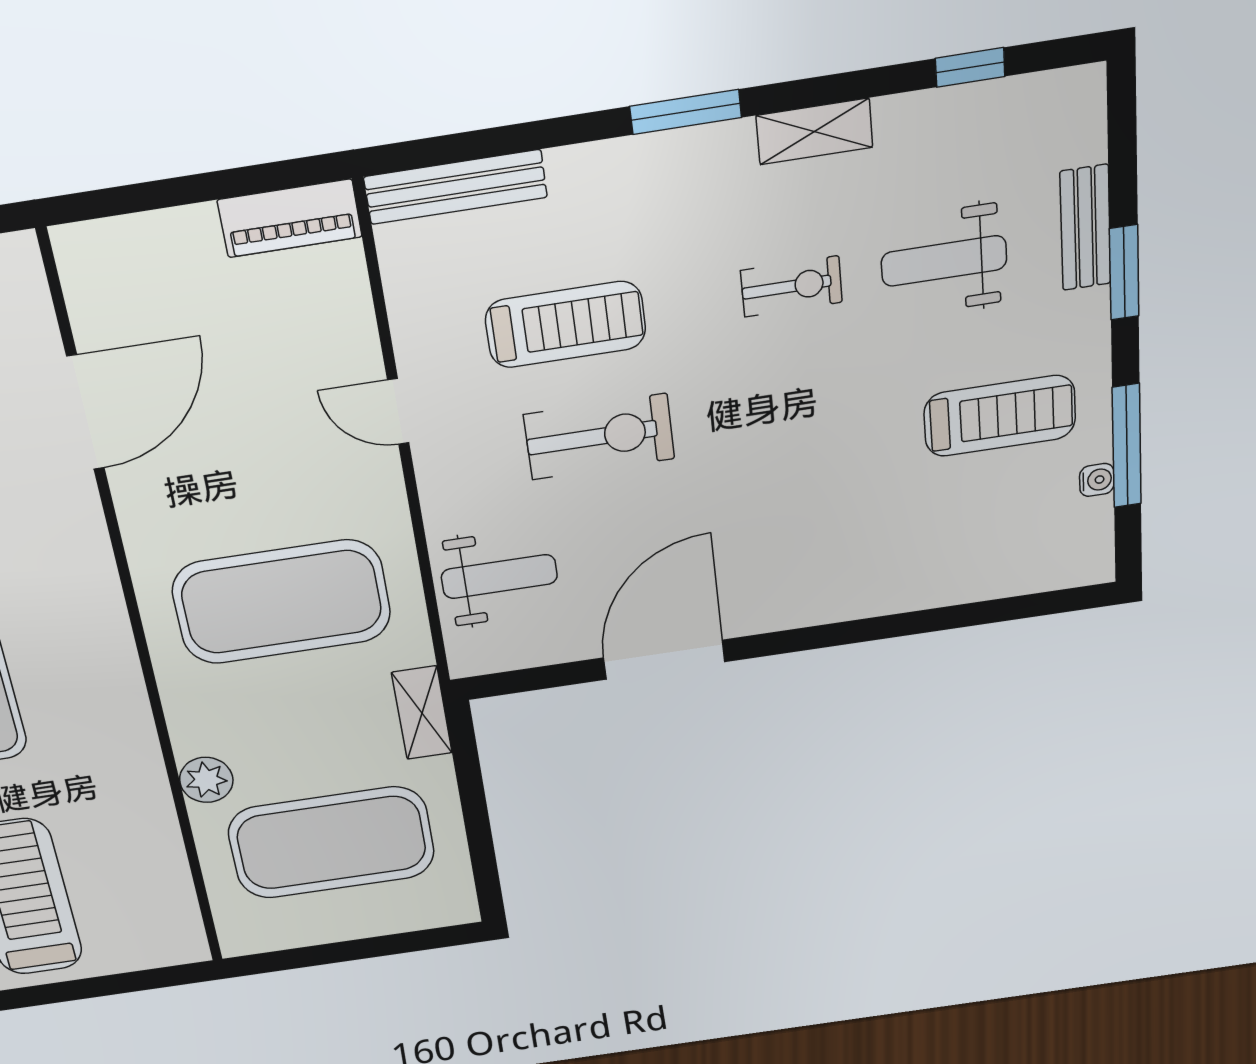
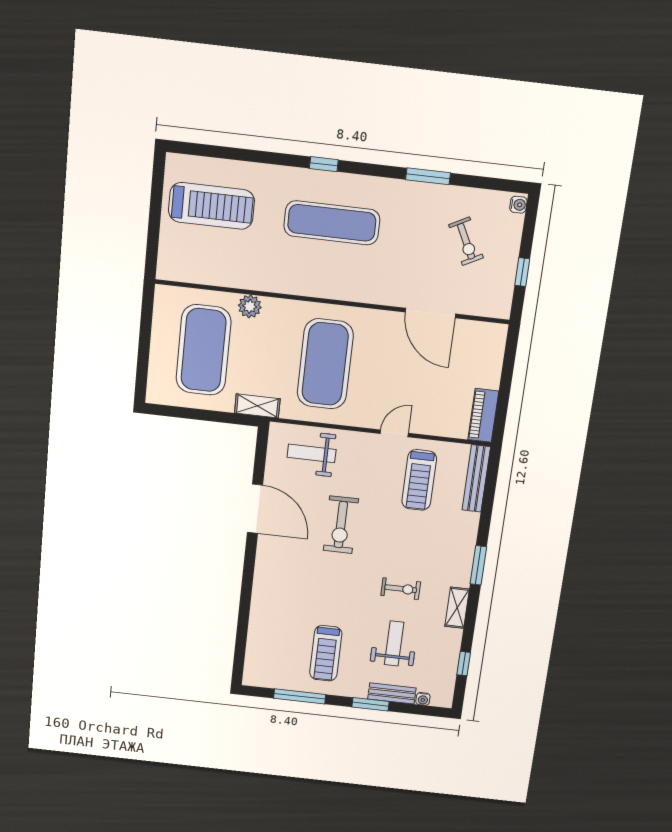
exercise bike: (791, 286) -> (401, 589), turned -90
treadmill: (566, 325) -> (419, 480), moved
exercise bike: (599, 437) -> (341, 525), moved
water cooler: (1097, 480) -> (423, 699), moved
weight bench: (499, 577) -> (312, 453), turned 90

